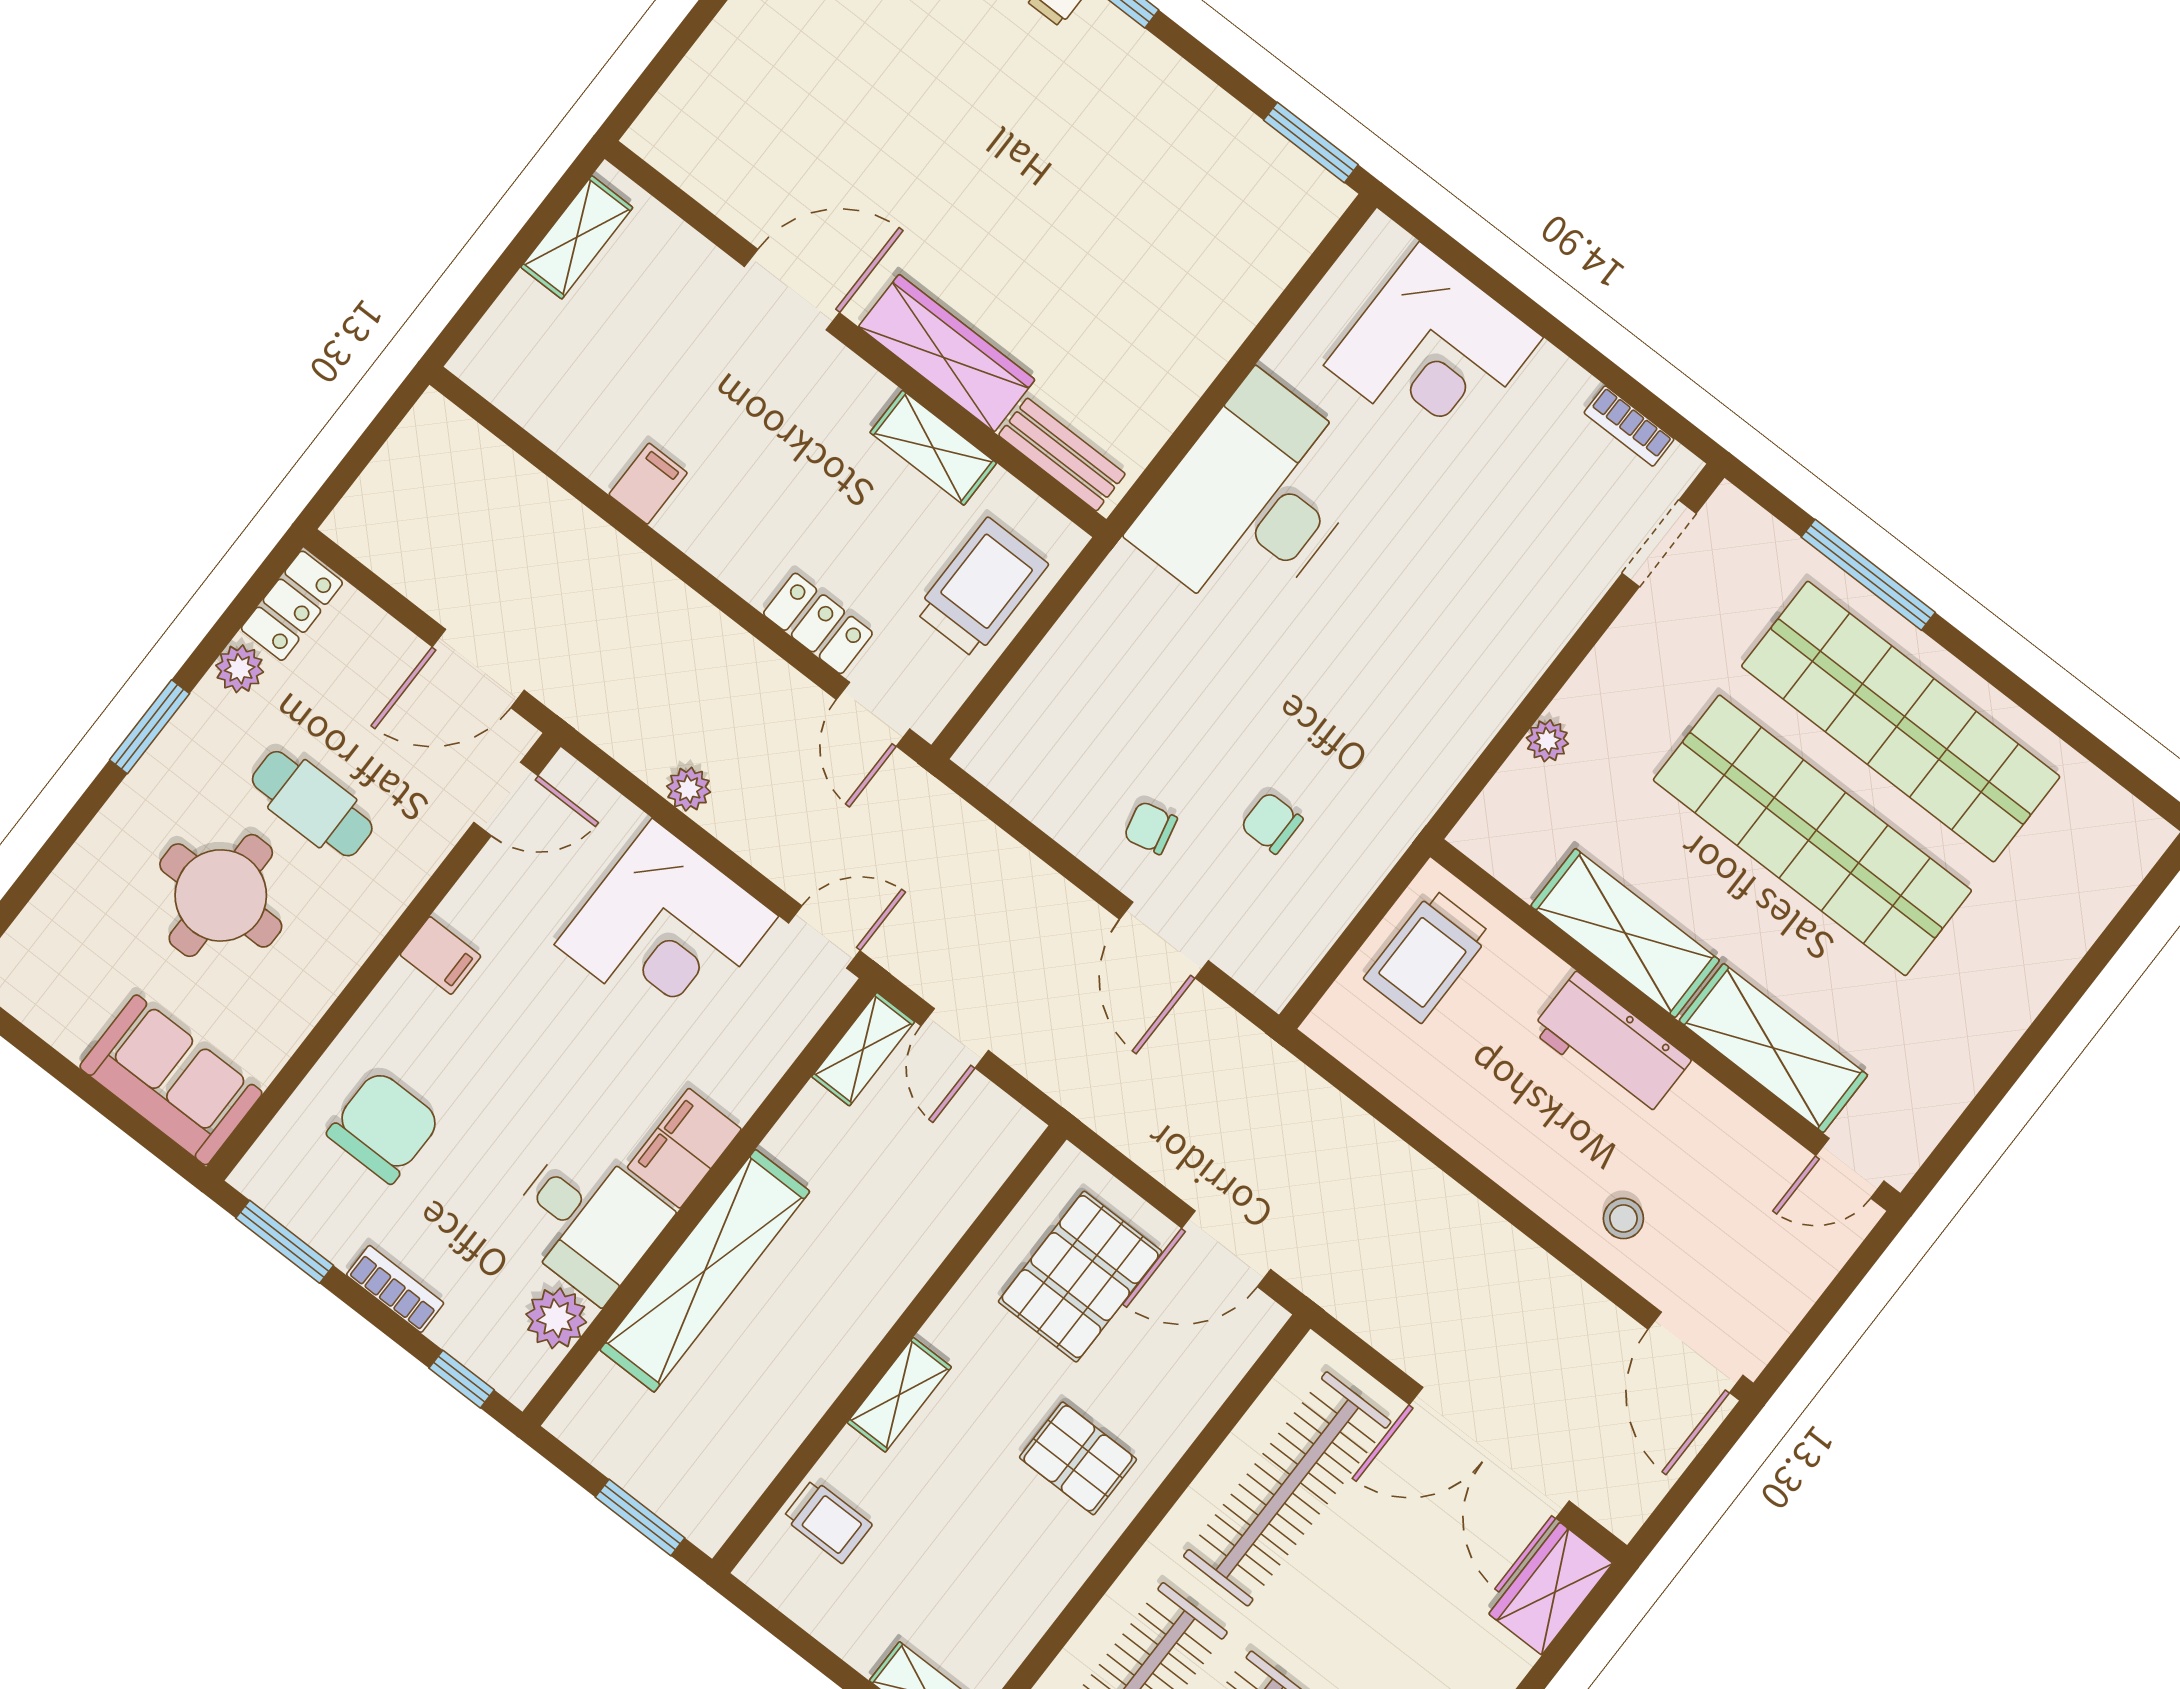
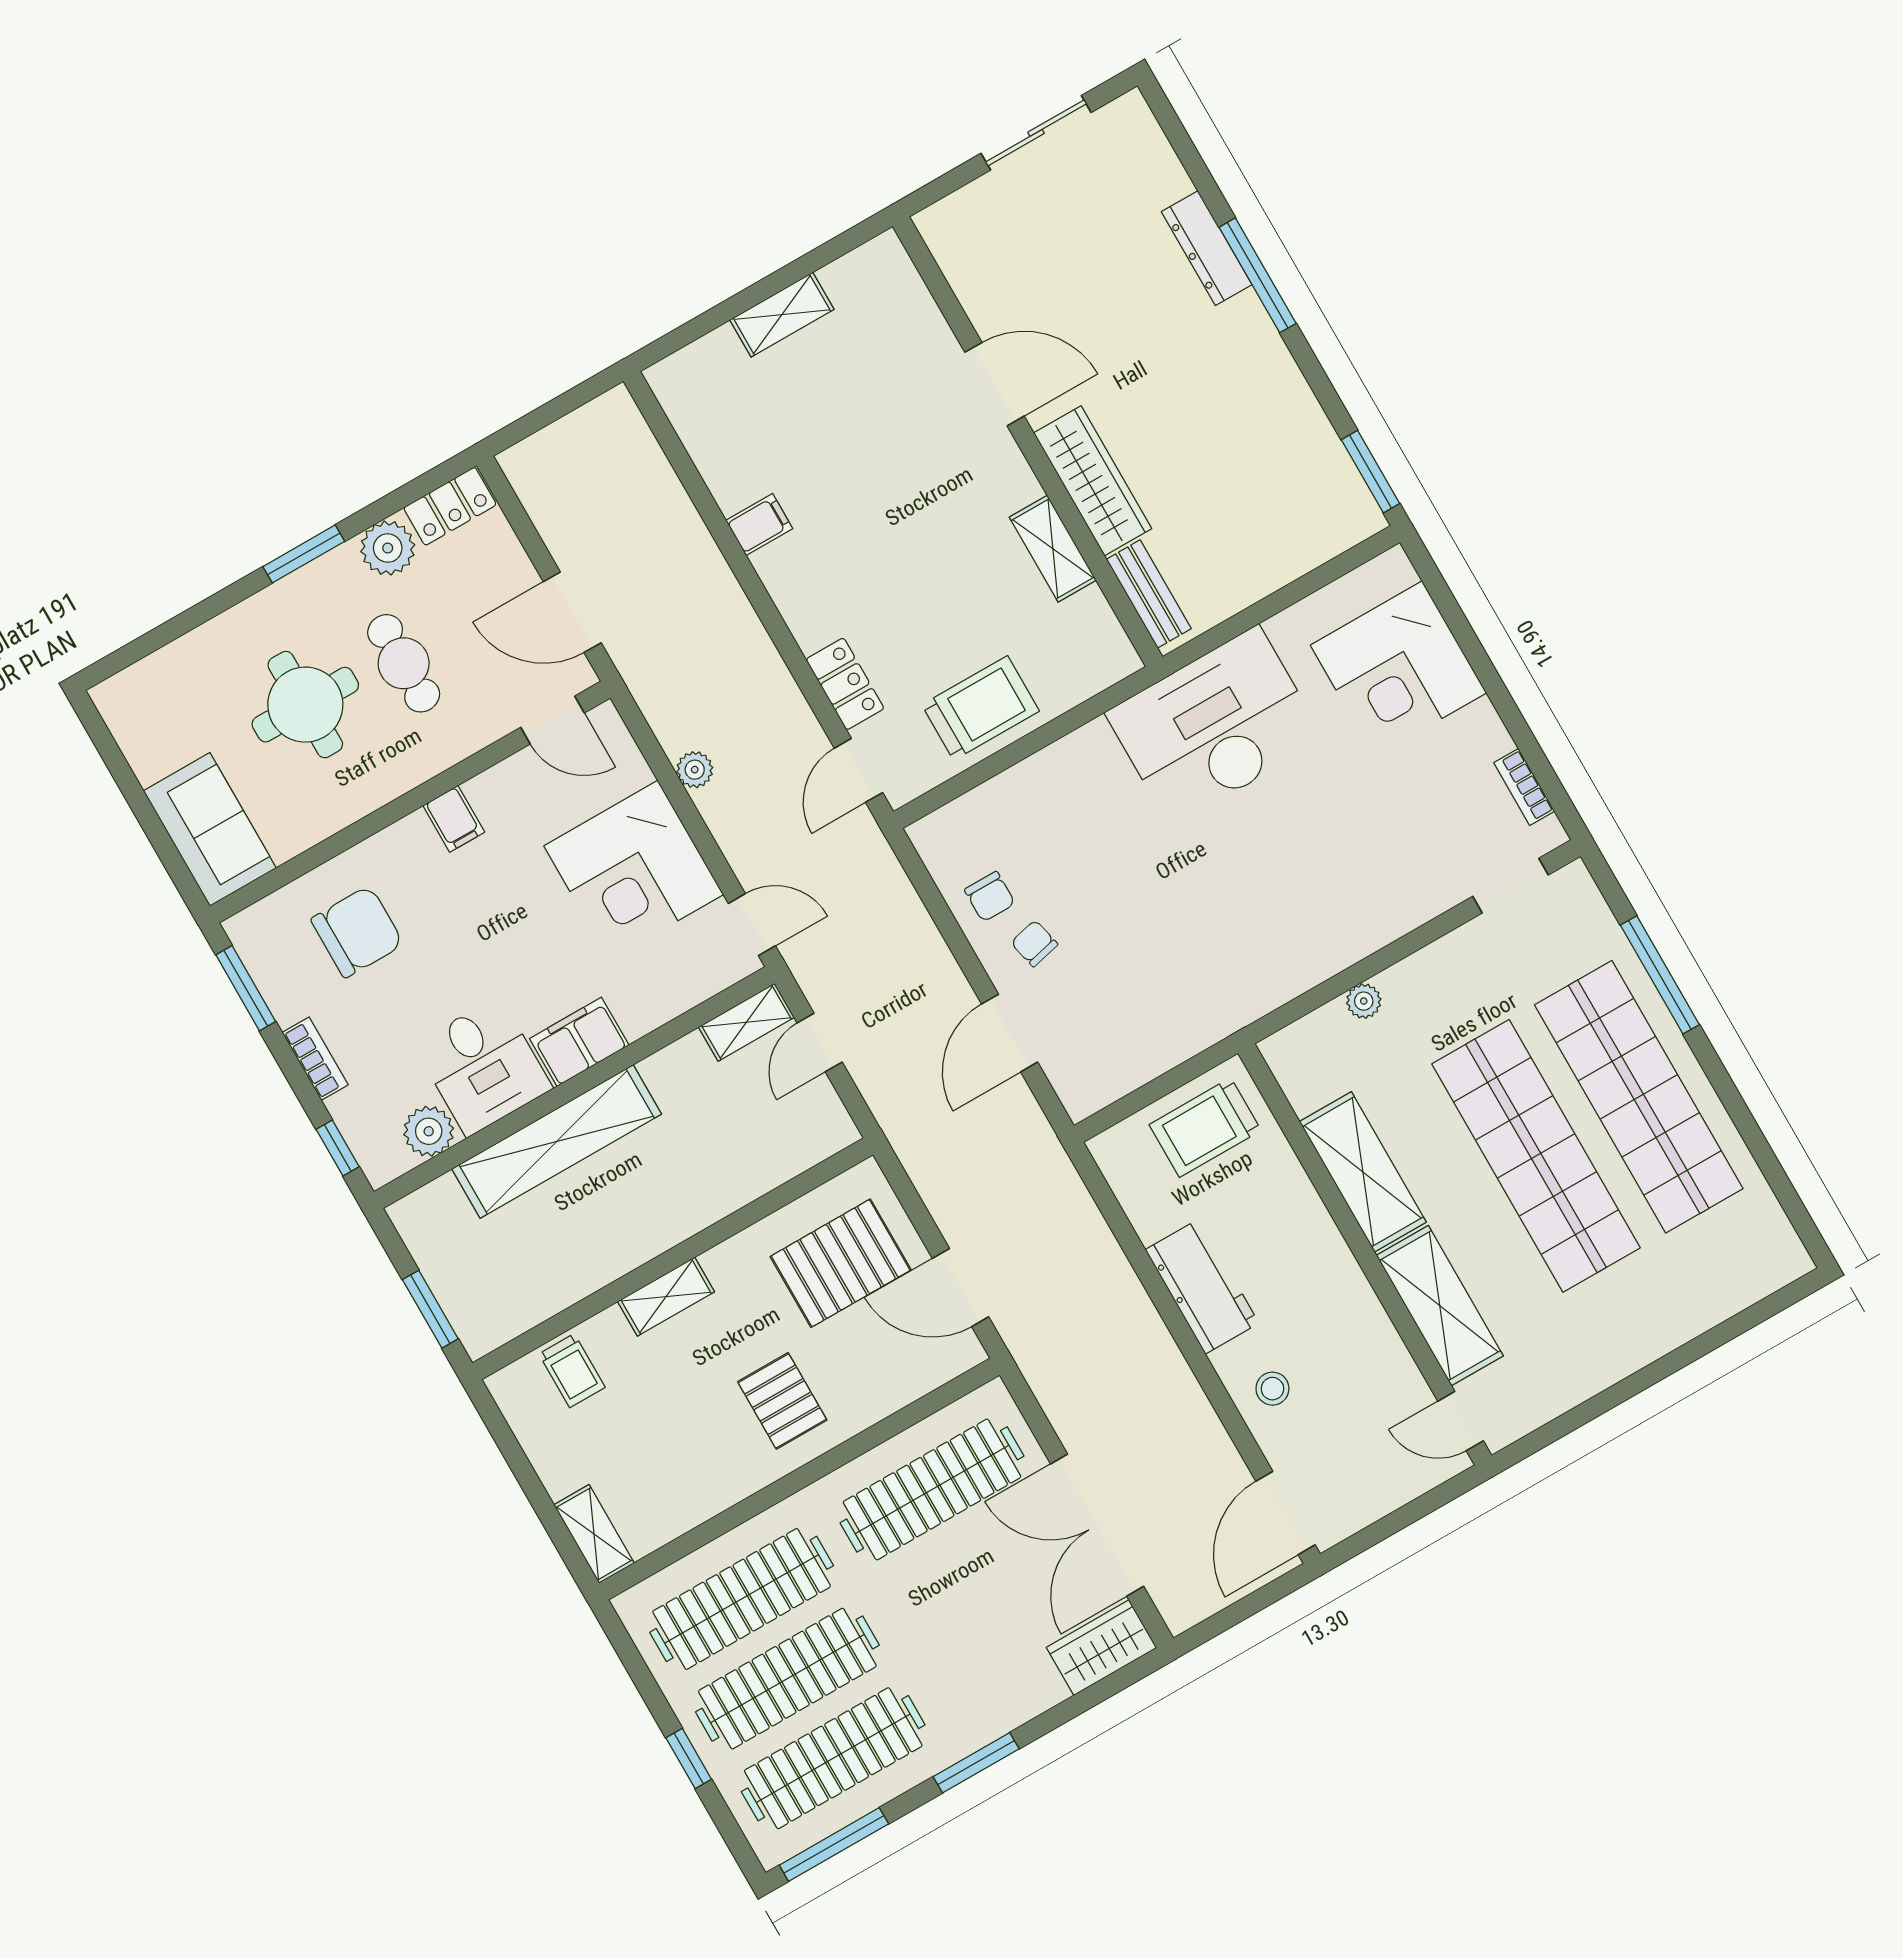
door: (792, 290) -> (995, 384), moved
wall: (855, 339) -> (1028, 442), moved
wardrobe: (947, 353) -> (1093, 481), moved
shelving: (933, 448) -> (1053, 549), moved
bench: (1062, 454) -> (1149, 594), moved
plant: (240, 669) -> (388, 548), width x1.38, depth x1.38
chair: (1272, 823) -> (990, 897), moved, turned 180
workbench: (1611, 1045) -> (1202, 1286), moved, turned 180

